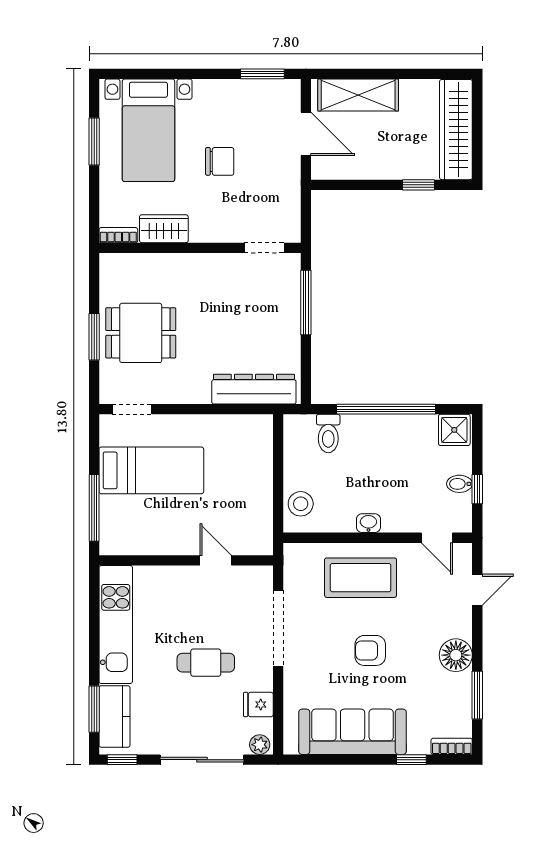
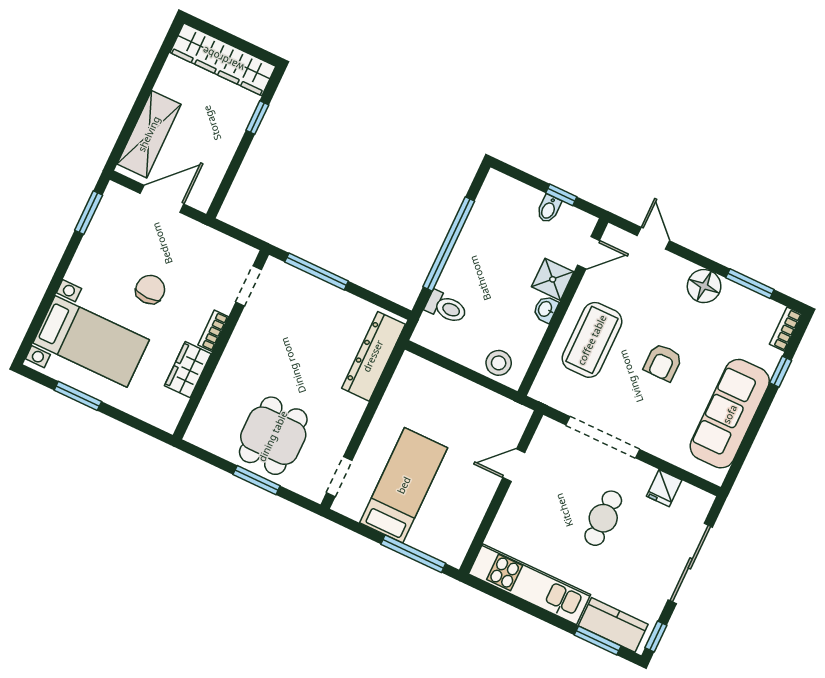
bookcase: (118, 235) -> (213, 331), moved
shower: (454, 430) -> (553, 279), moved
plant: (260, 745) -> (701, 504), removed

